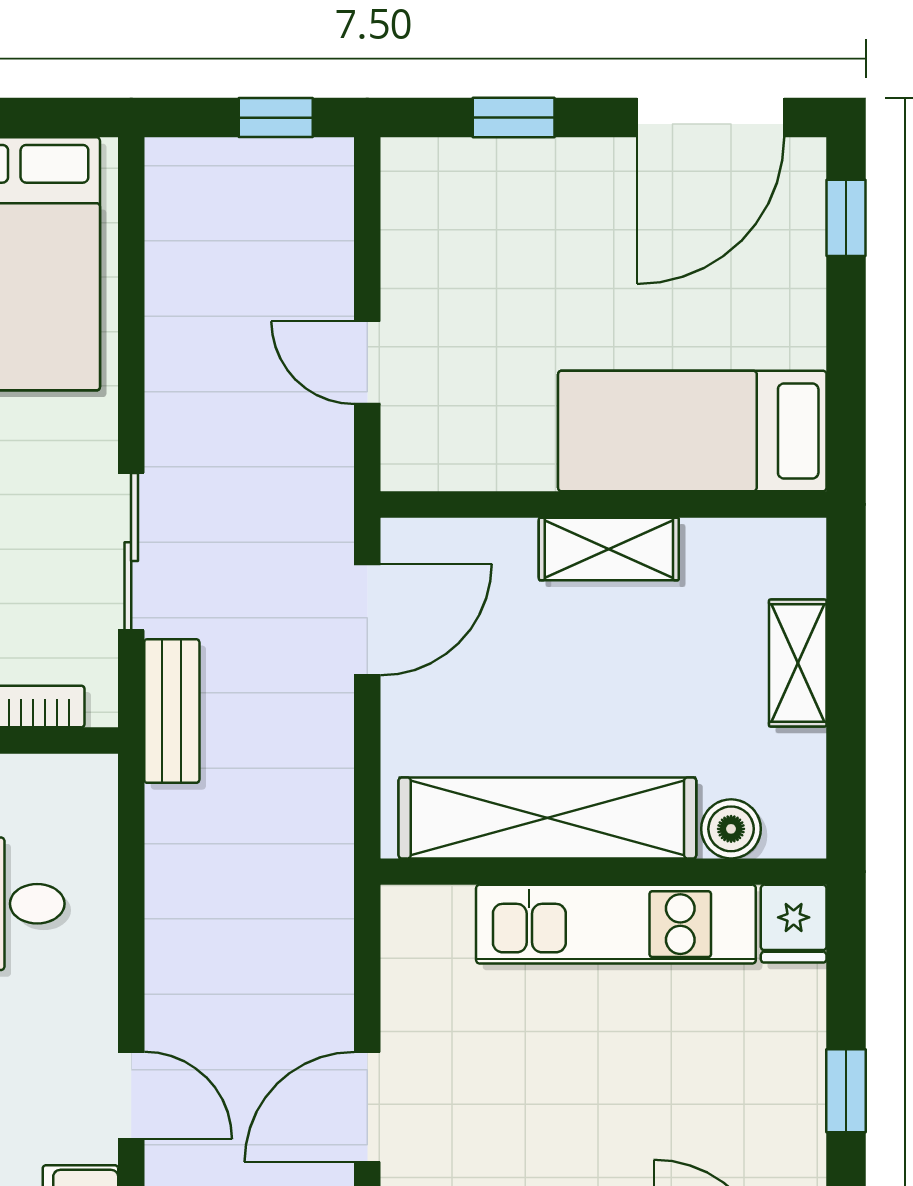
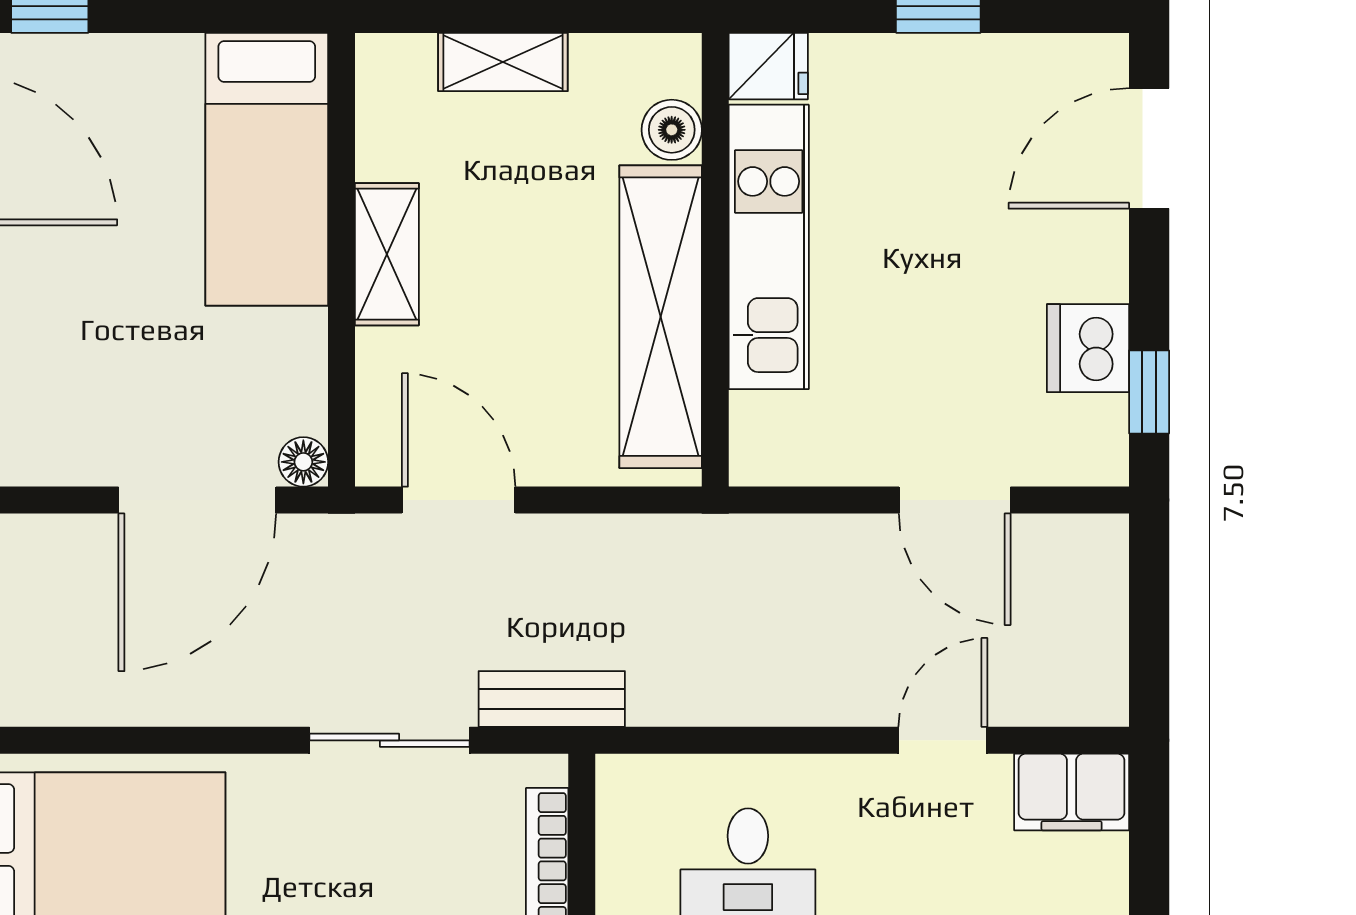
door: (367, 363) -> (197, 500), width x1.88
floor lamp: (405, 467) -> (303, 462), added

